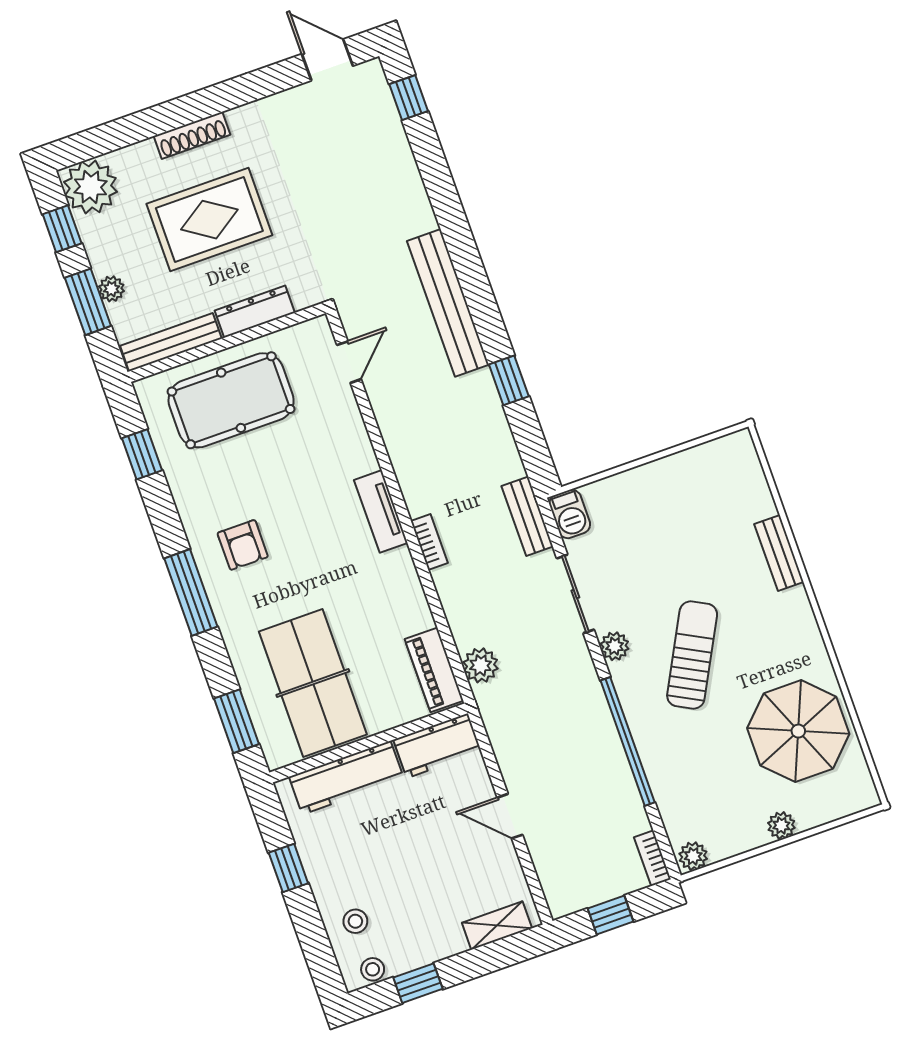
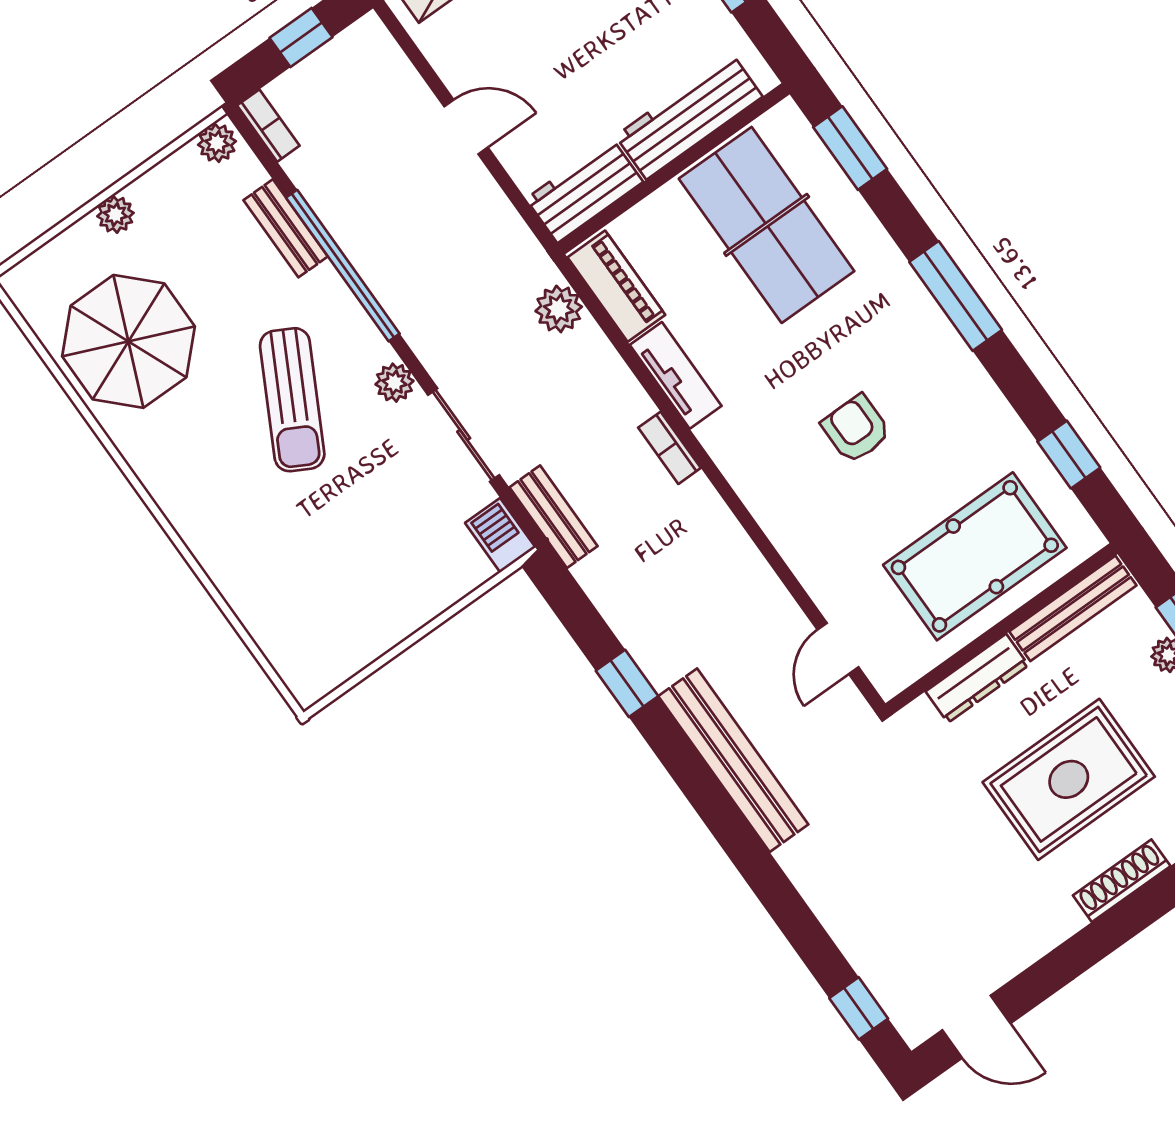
tv unit: (381, 511) -> (676, 375), moved
armchair: (243, 545) -> (856, 429), moved
bench: (779, 553) -> (286, 228), moved

